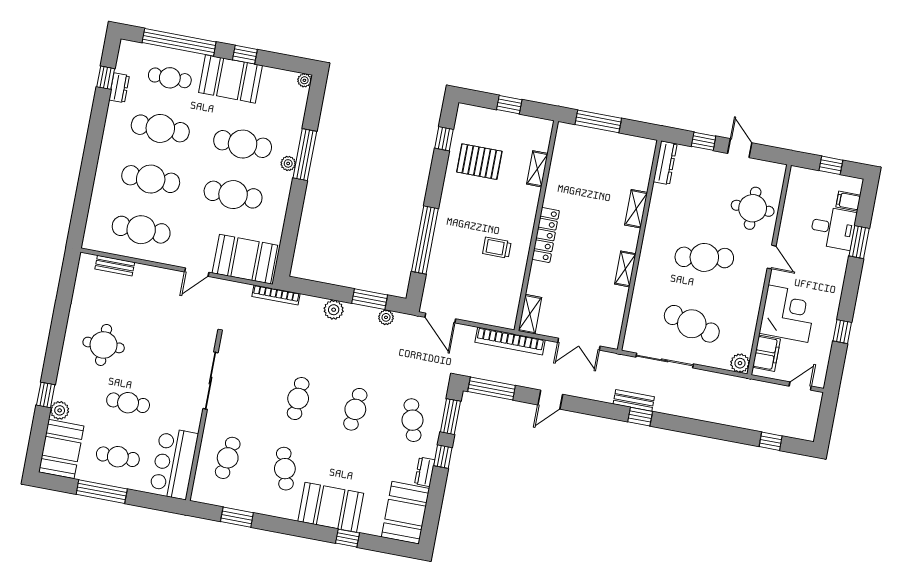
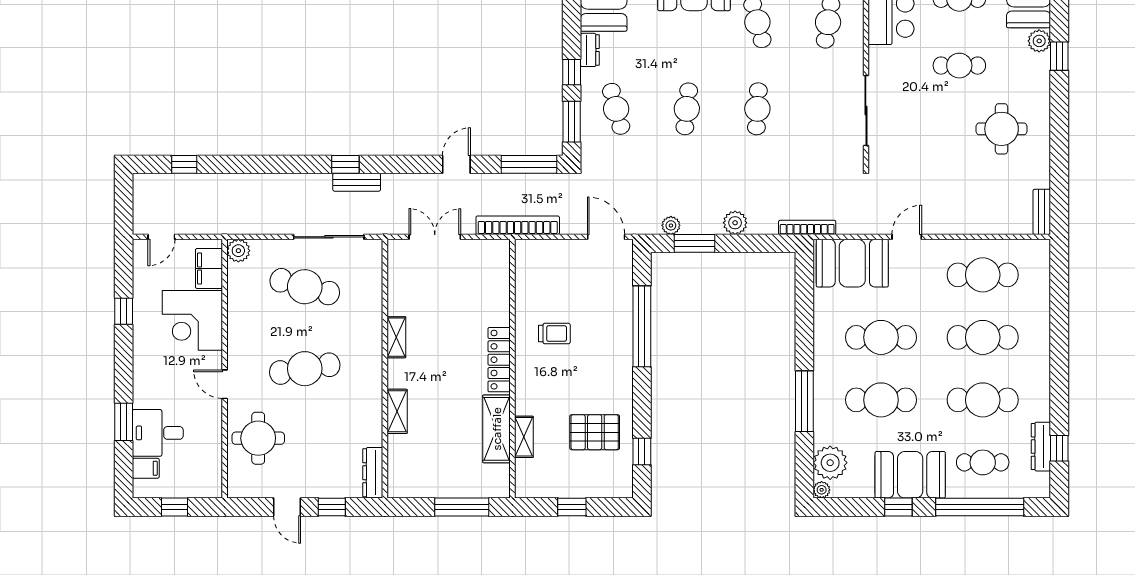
dresser: (119, 88) -> (1041, 447), width x1.44
plant: (288, 163) -> (830, 463), moved, width x1.87, depth x1.87
bench: (115, 266) -> (1042, 212), moved, turned 90
shelving: (530, 314) -> (497, 429), moved, width x1.50, depth x1.33

